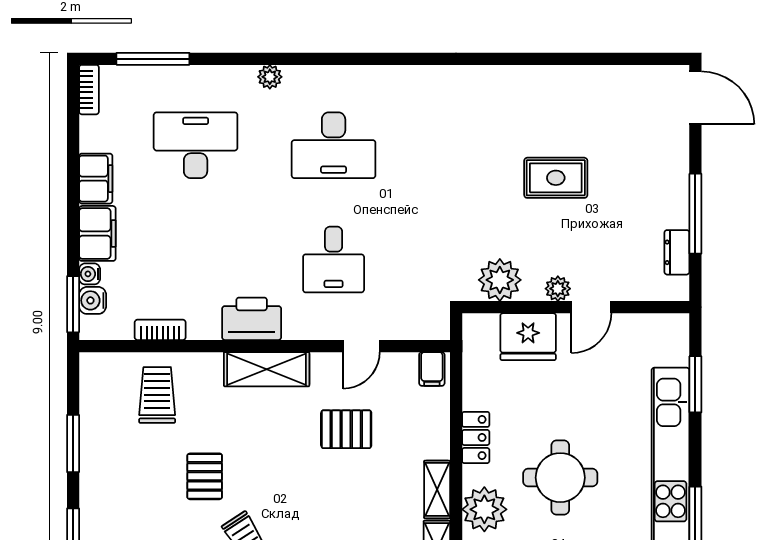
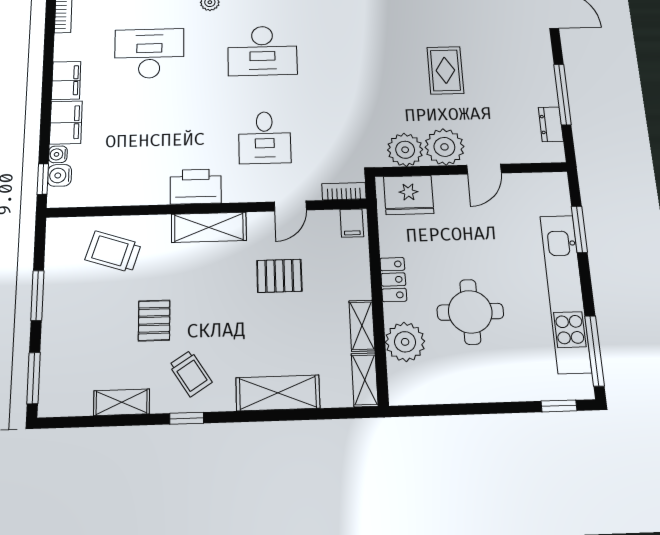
rug: (556, 178) -> (445, 70), turned 90
plant: (558, 289) -> (444, 147), width x1.88, depth x1.88
window: (73, 304) -> (43, 179), width x0.67
bookcase: (160, 330) -> (344, 191), moved
fridge: (528, 337) -> (409, 195), moved
trolley: (157, 395) -> (113, 252), turned -72

